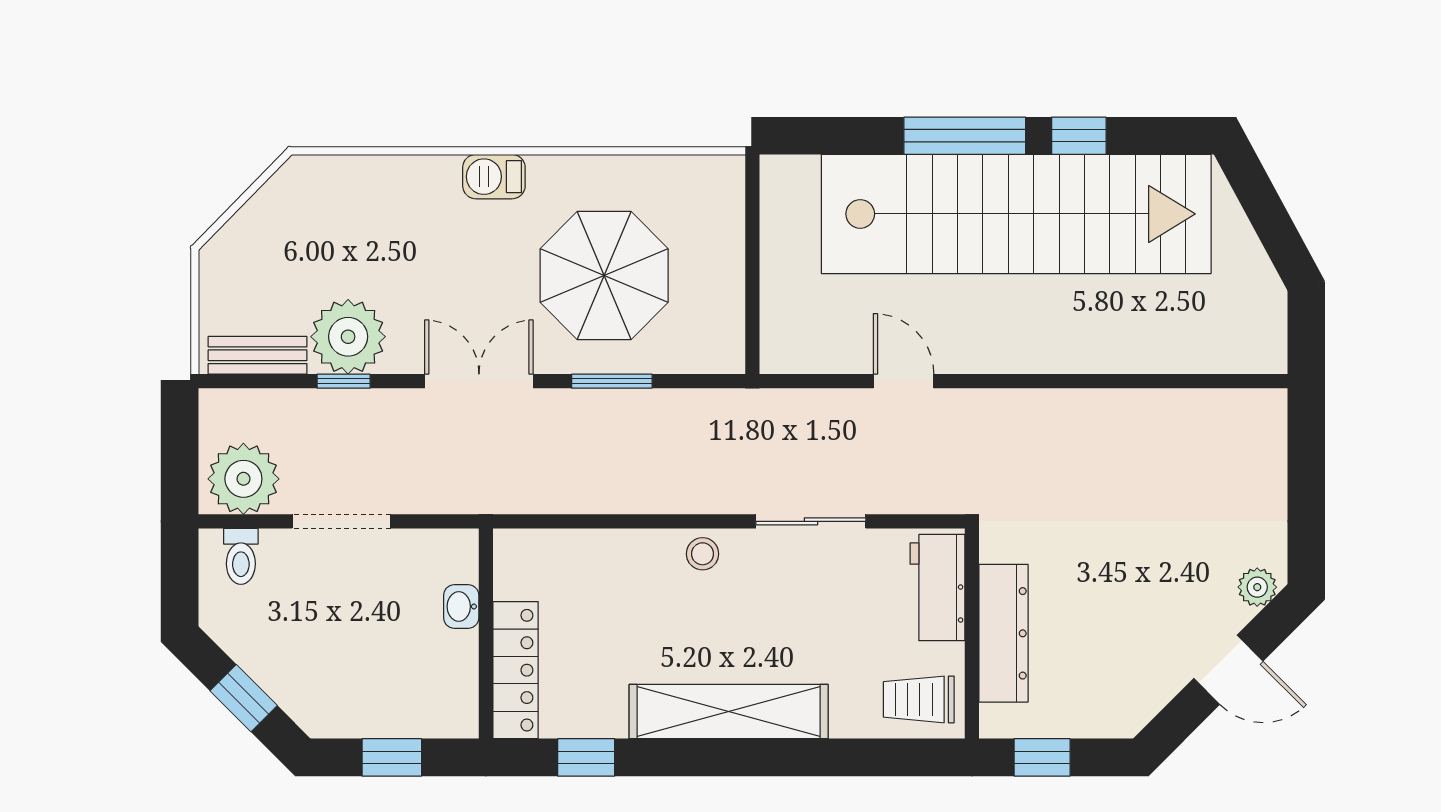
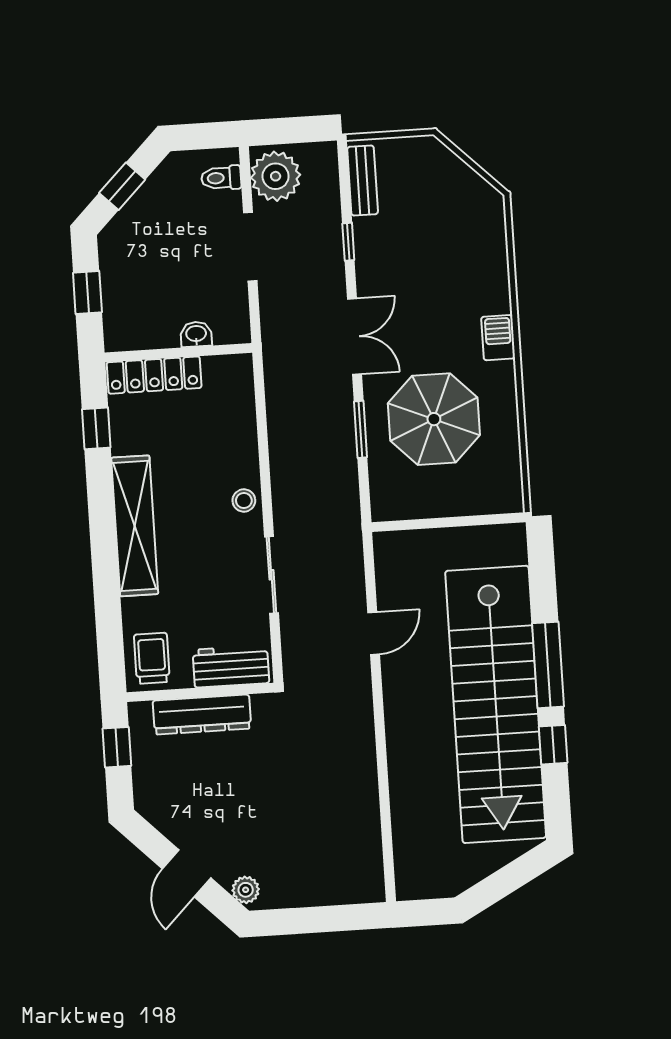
plant: (348, 337) -> (380, 243), removed

